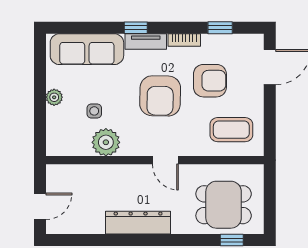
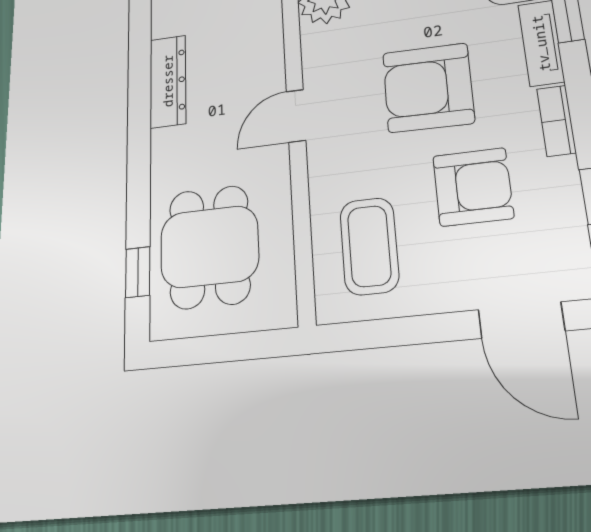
armchair: (210, 81) -> (473, 187), turned -90
dresser: (138, 223) -> (168, 81), width x0.73, depth x0.80

